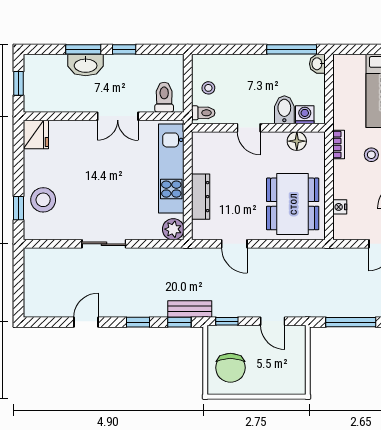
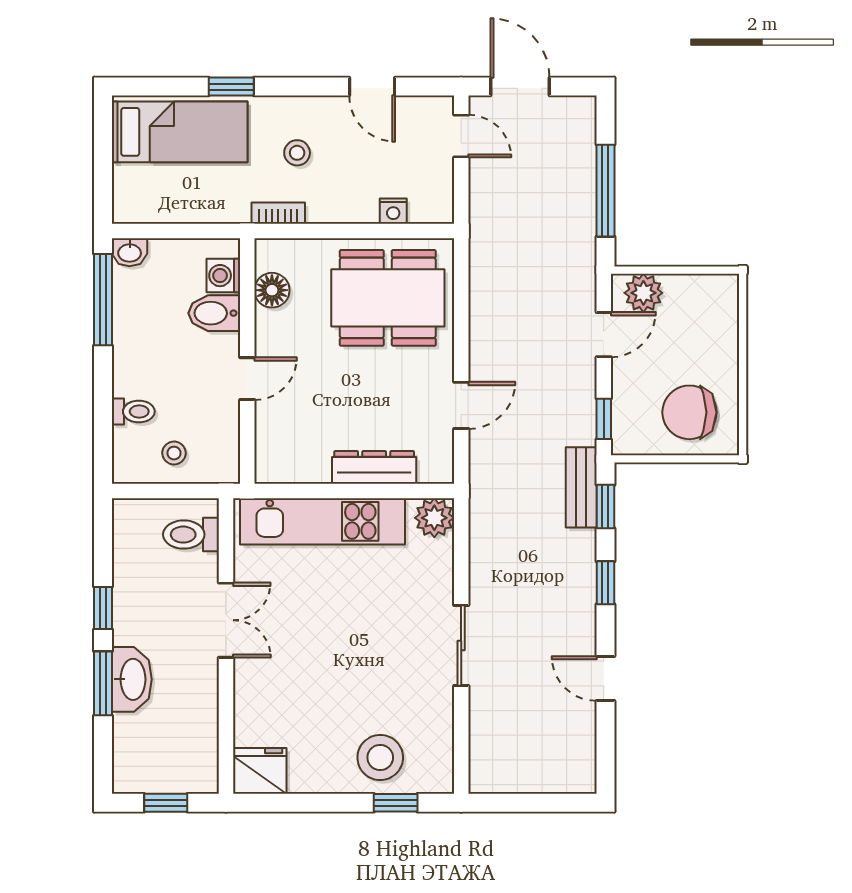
toilet: (203, 113) -> (133, 411), moved, turned 90
plant: (295, 343) -> (643, 293), added
chair: (230, 368) -> (689, 412), turned 180

